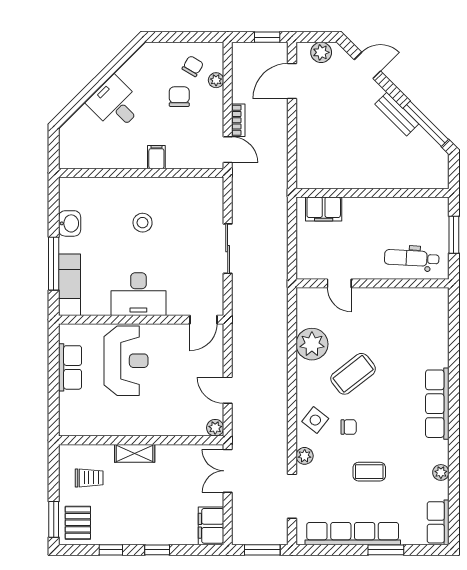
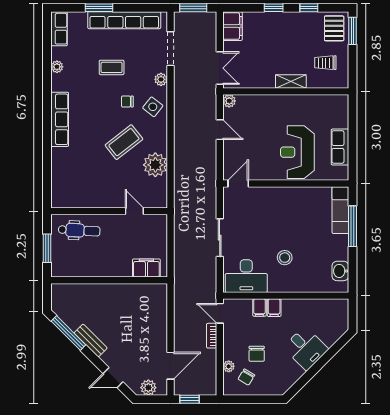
filing cabinet: (176, 157) -> (259, 308), added
washbasin: (70, 223) -> (340, 271), moved
desk: (138, 294) -> (246, 276), moved, turned 180

